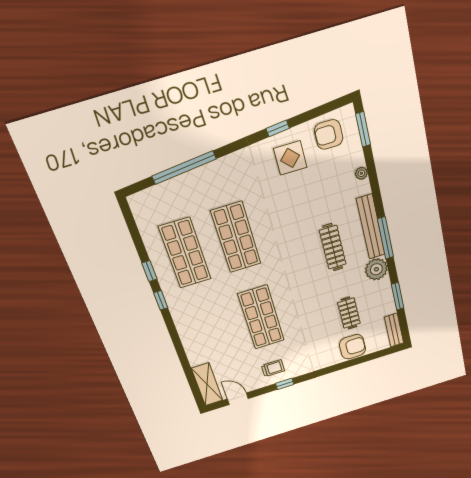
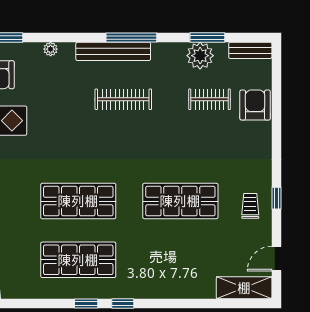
plant: (376, 269) -> (200, 56), moved

